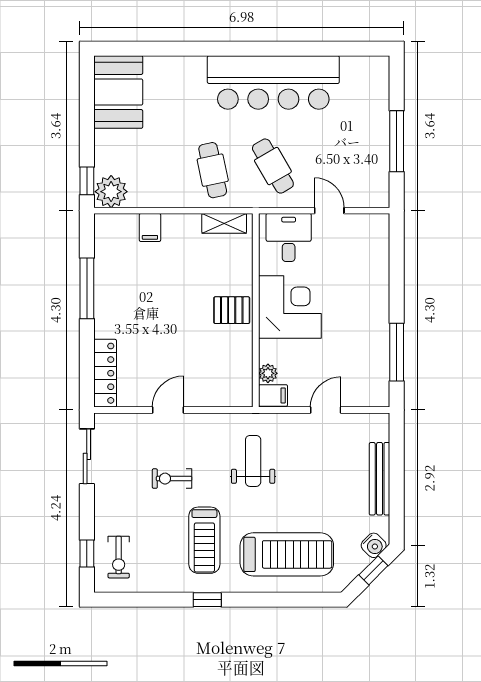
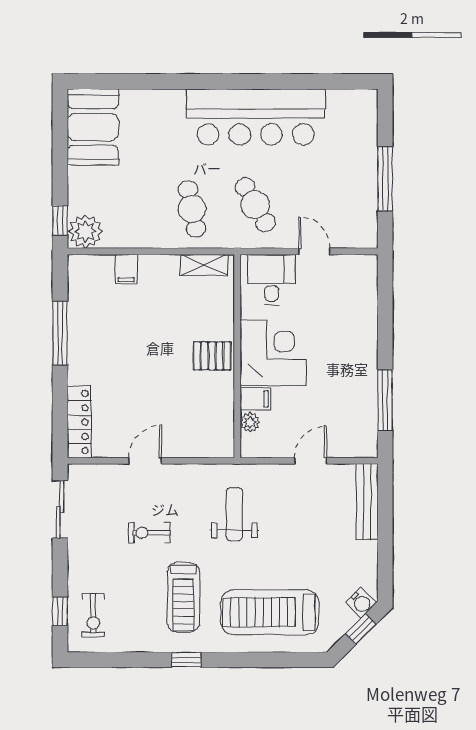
filing cabinet: (273, 395) -> (255, 399), moved
bench: (380, 479) -> (367, 502), moved
treadmill: (287, 554) -> (270, 612), turned 180

